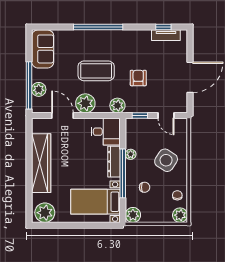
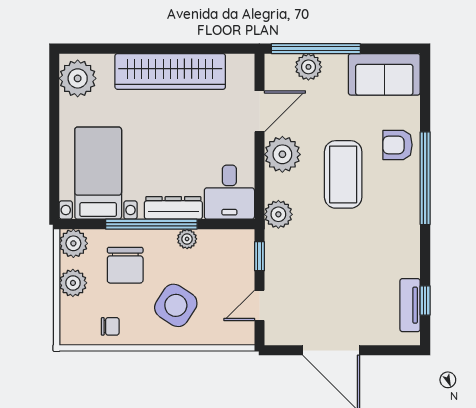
armchair: (138, 78) -> (398, 145), moved, turned 180
chair: (145, 187) -> (125, 265), width x1.87, depth x1.87
plant: (180, 215) -> (73, 283), moved

